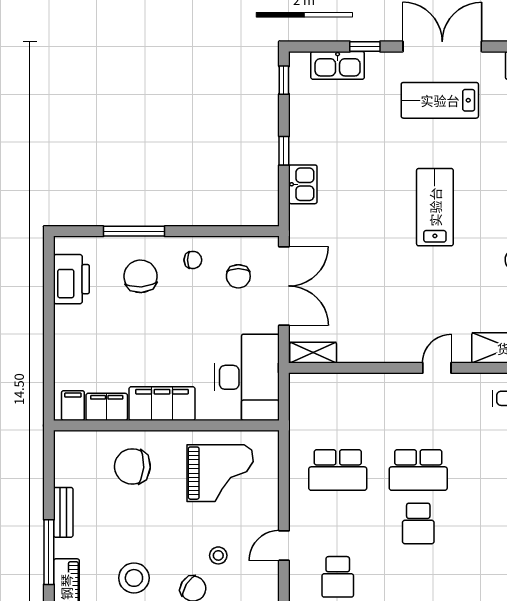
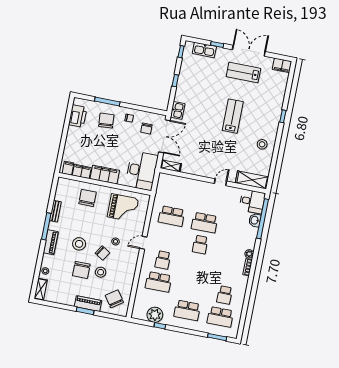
kitchen sink: (303, 184) -> (178, 110), moved
chair: (132, 466) -> (87, 198), turned 86

